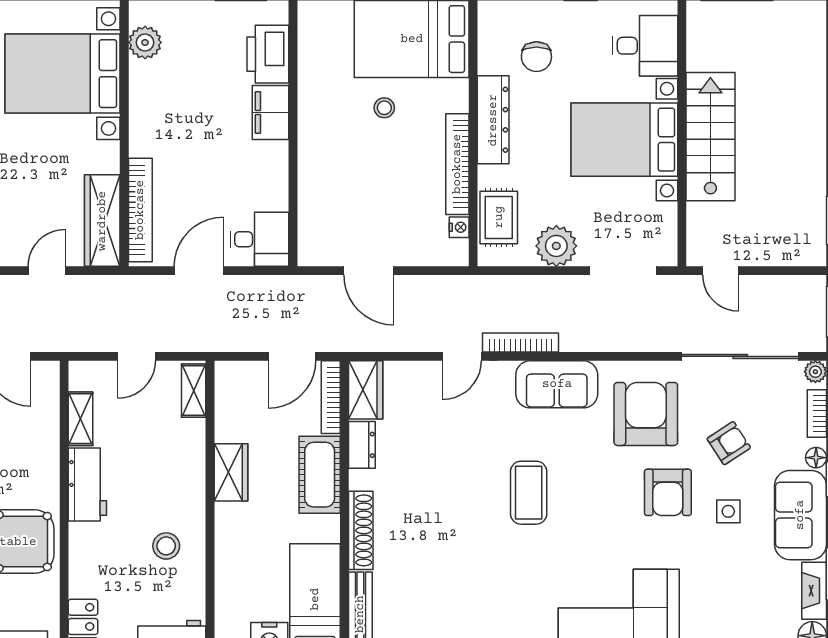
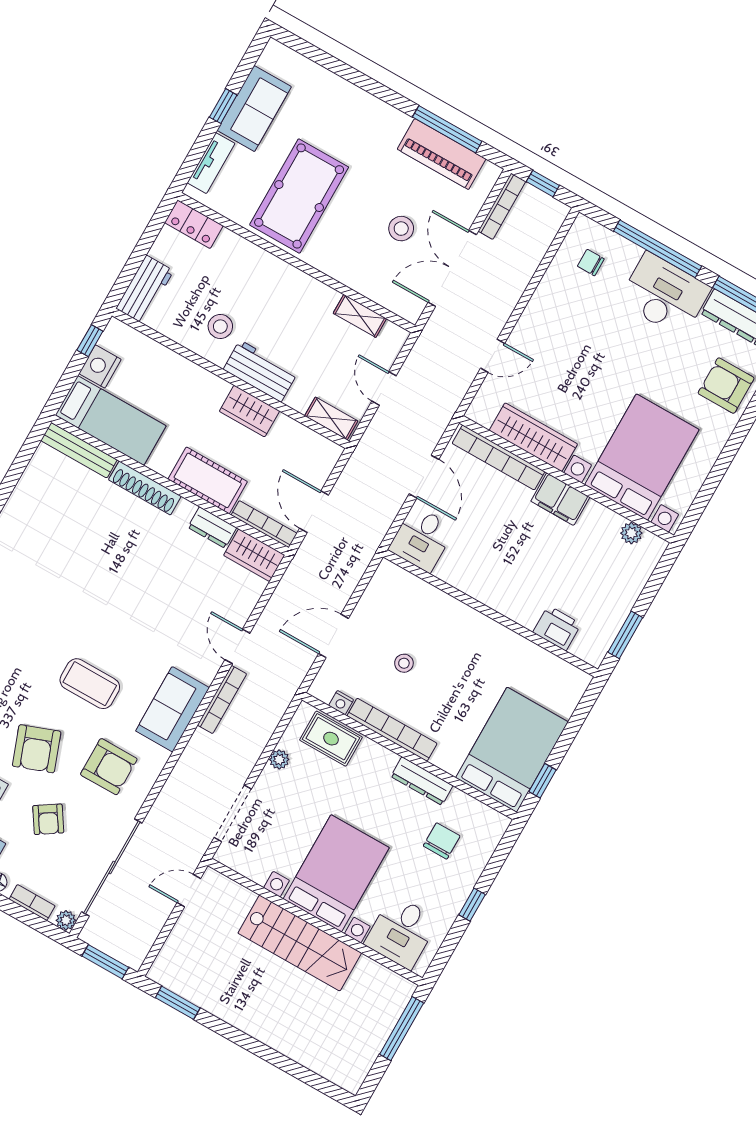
plant: (145, 42) -> (631, 533), width x0.73, depth x0.73
printer: (268, 54) -> (557, 628), width x0.73, depth x0.84
chair: (536, 57) -> (442, 841), turned 90
stool: (384, 108) -> (404, 663), moved
filing cabinet: (271, 112) -> (560, 499), moved, turned 180
dresser: (493, 120) -> (422, 781), width x0.73, depth x0.80
wardrobe: (102, 221) -> (533, 437), moved
plant: (556, 246) -> (279, 760), width x0.53, depth x0.53
door: (47, 271) -> (493, 356), hinge flipped
door: (369, 271) -> (333, 636), moved
armchair: (646, 414) -> (109, 767), width x0.73, depth x0.73
workbench: (87, 485) -> (260, 371), moved, turned 180
armchair: (668, 492) -> (37, 749), turned -110
coffee table: (529, 493) -> (90, 684), moved

